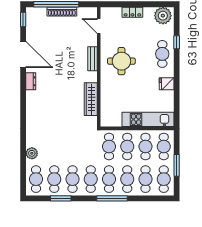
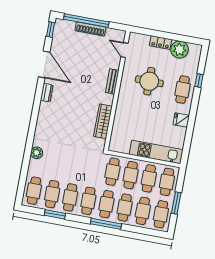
plant: (163, 16) -> (180, 50), moved
round table: (121, 61) -> (149, 81), moved
plant: (32, 153) -> (37, 153), moved

